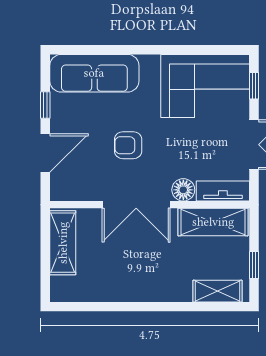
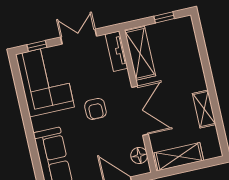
armchair: (128, 145) -> (95, 109), moved
floor lamp: (183, 190) -> (139, 156), moved
shelving: (217, 291) -> (204, 109), moved

